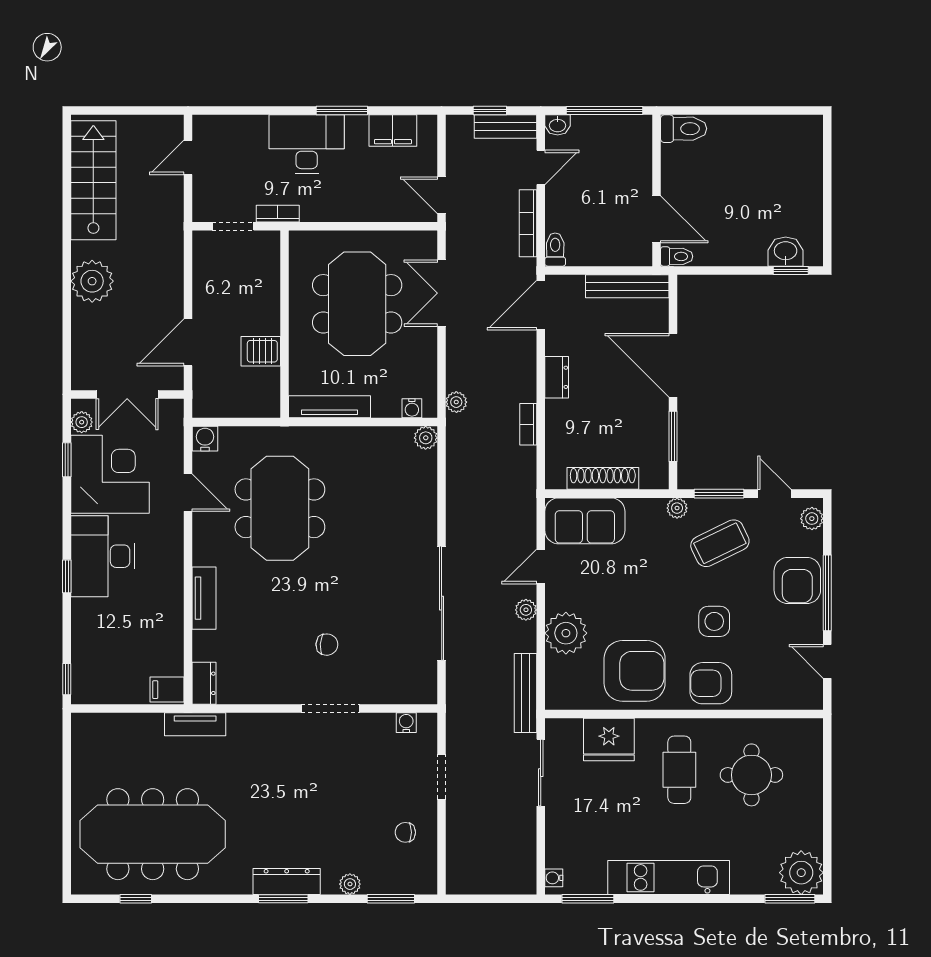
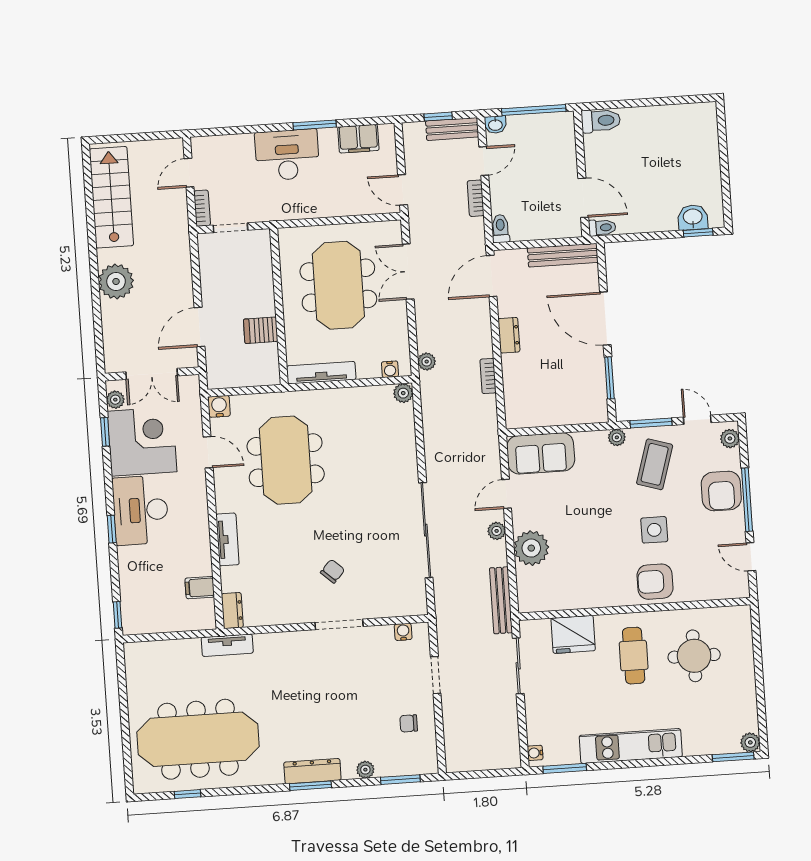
bookcase: (278, 214) -> (202, 208), moved, turned 90
bookcase: (528, 223) -> (476, 198), width x0.64
shoe rack: (603, 478) -> (553, 417), removed
coffee table: (720, 543) -> (655, 464), turned -47
chair: (327, 645) -> (333, 571), turned -52
armchair: (635, 671) -> (591, 576), removed
filing cabinet: (167, 690) -> (200, 588), moved
plant: (801, 873) -> (750, 742), width x0.53, depth x0.53

